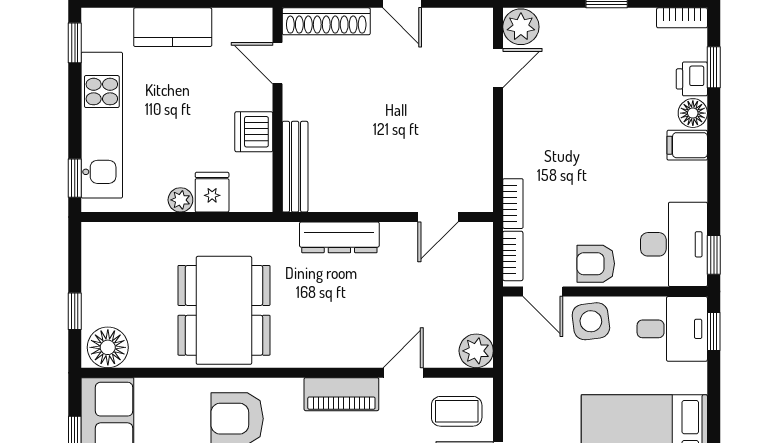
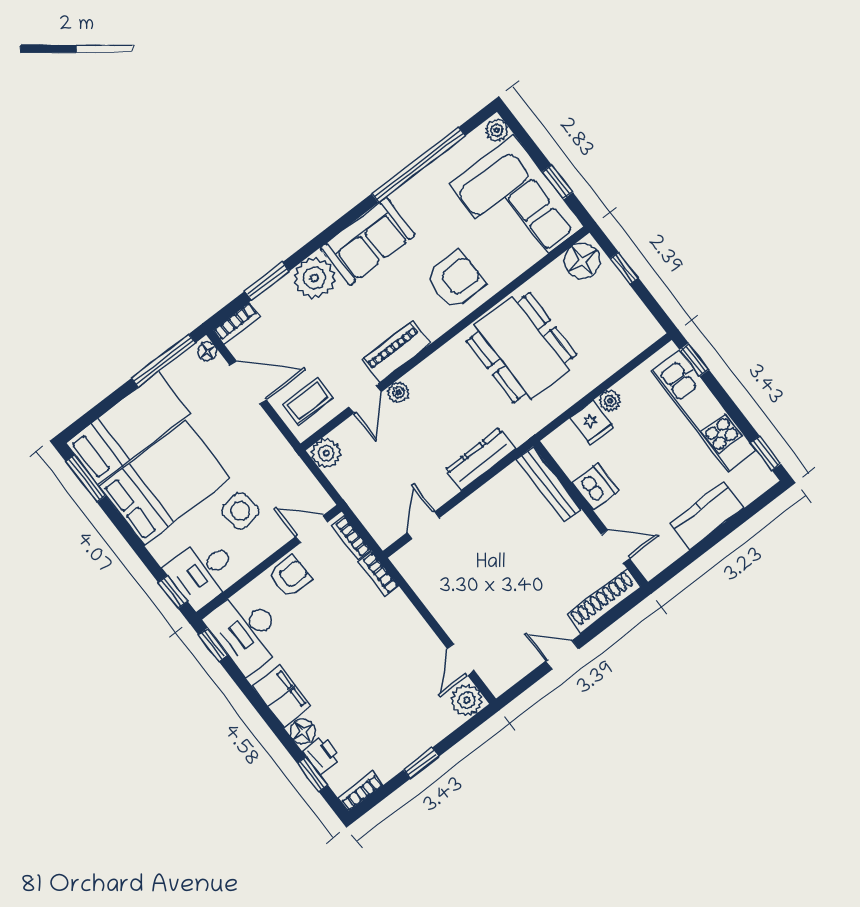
filing cabinet: (687, 145) -> (282, 696), width x2.00
side table: (591, 321) -> (240, 511), moved
plant: (368, 356) -> (398, 392), added

